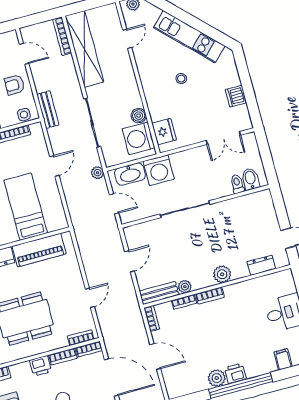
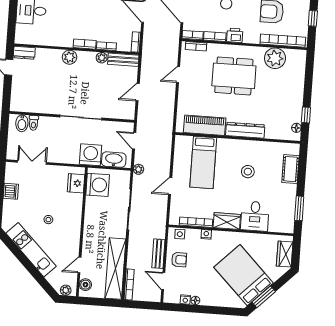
bench: (48, 110) -> (158, 254), moved
boiler: (139, 116) -> (85, 285), moved
dresser: (261, 265) -> (24, 53), moved

